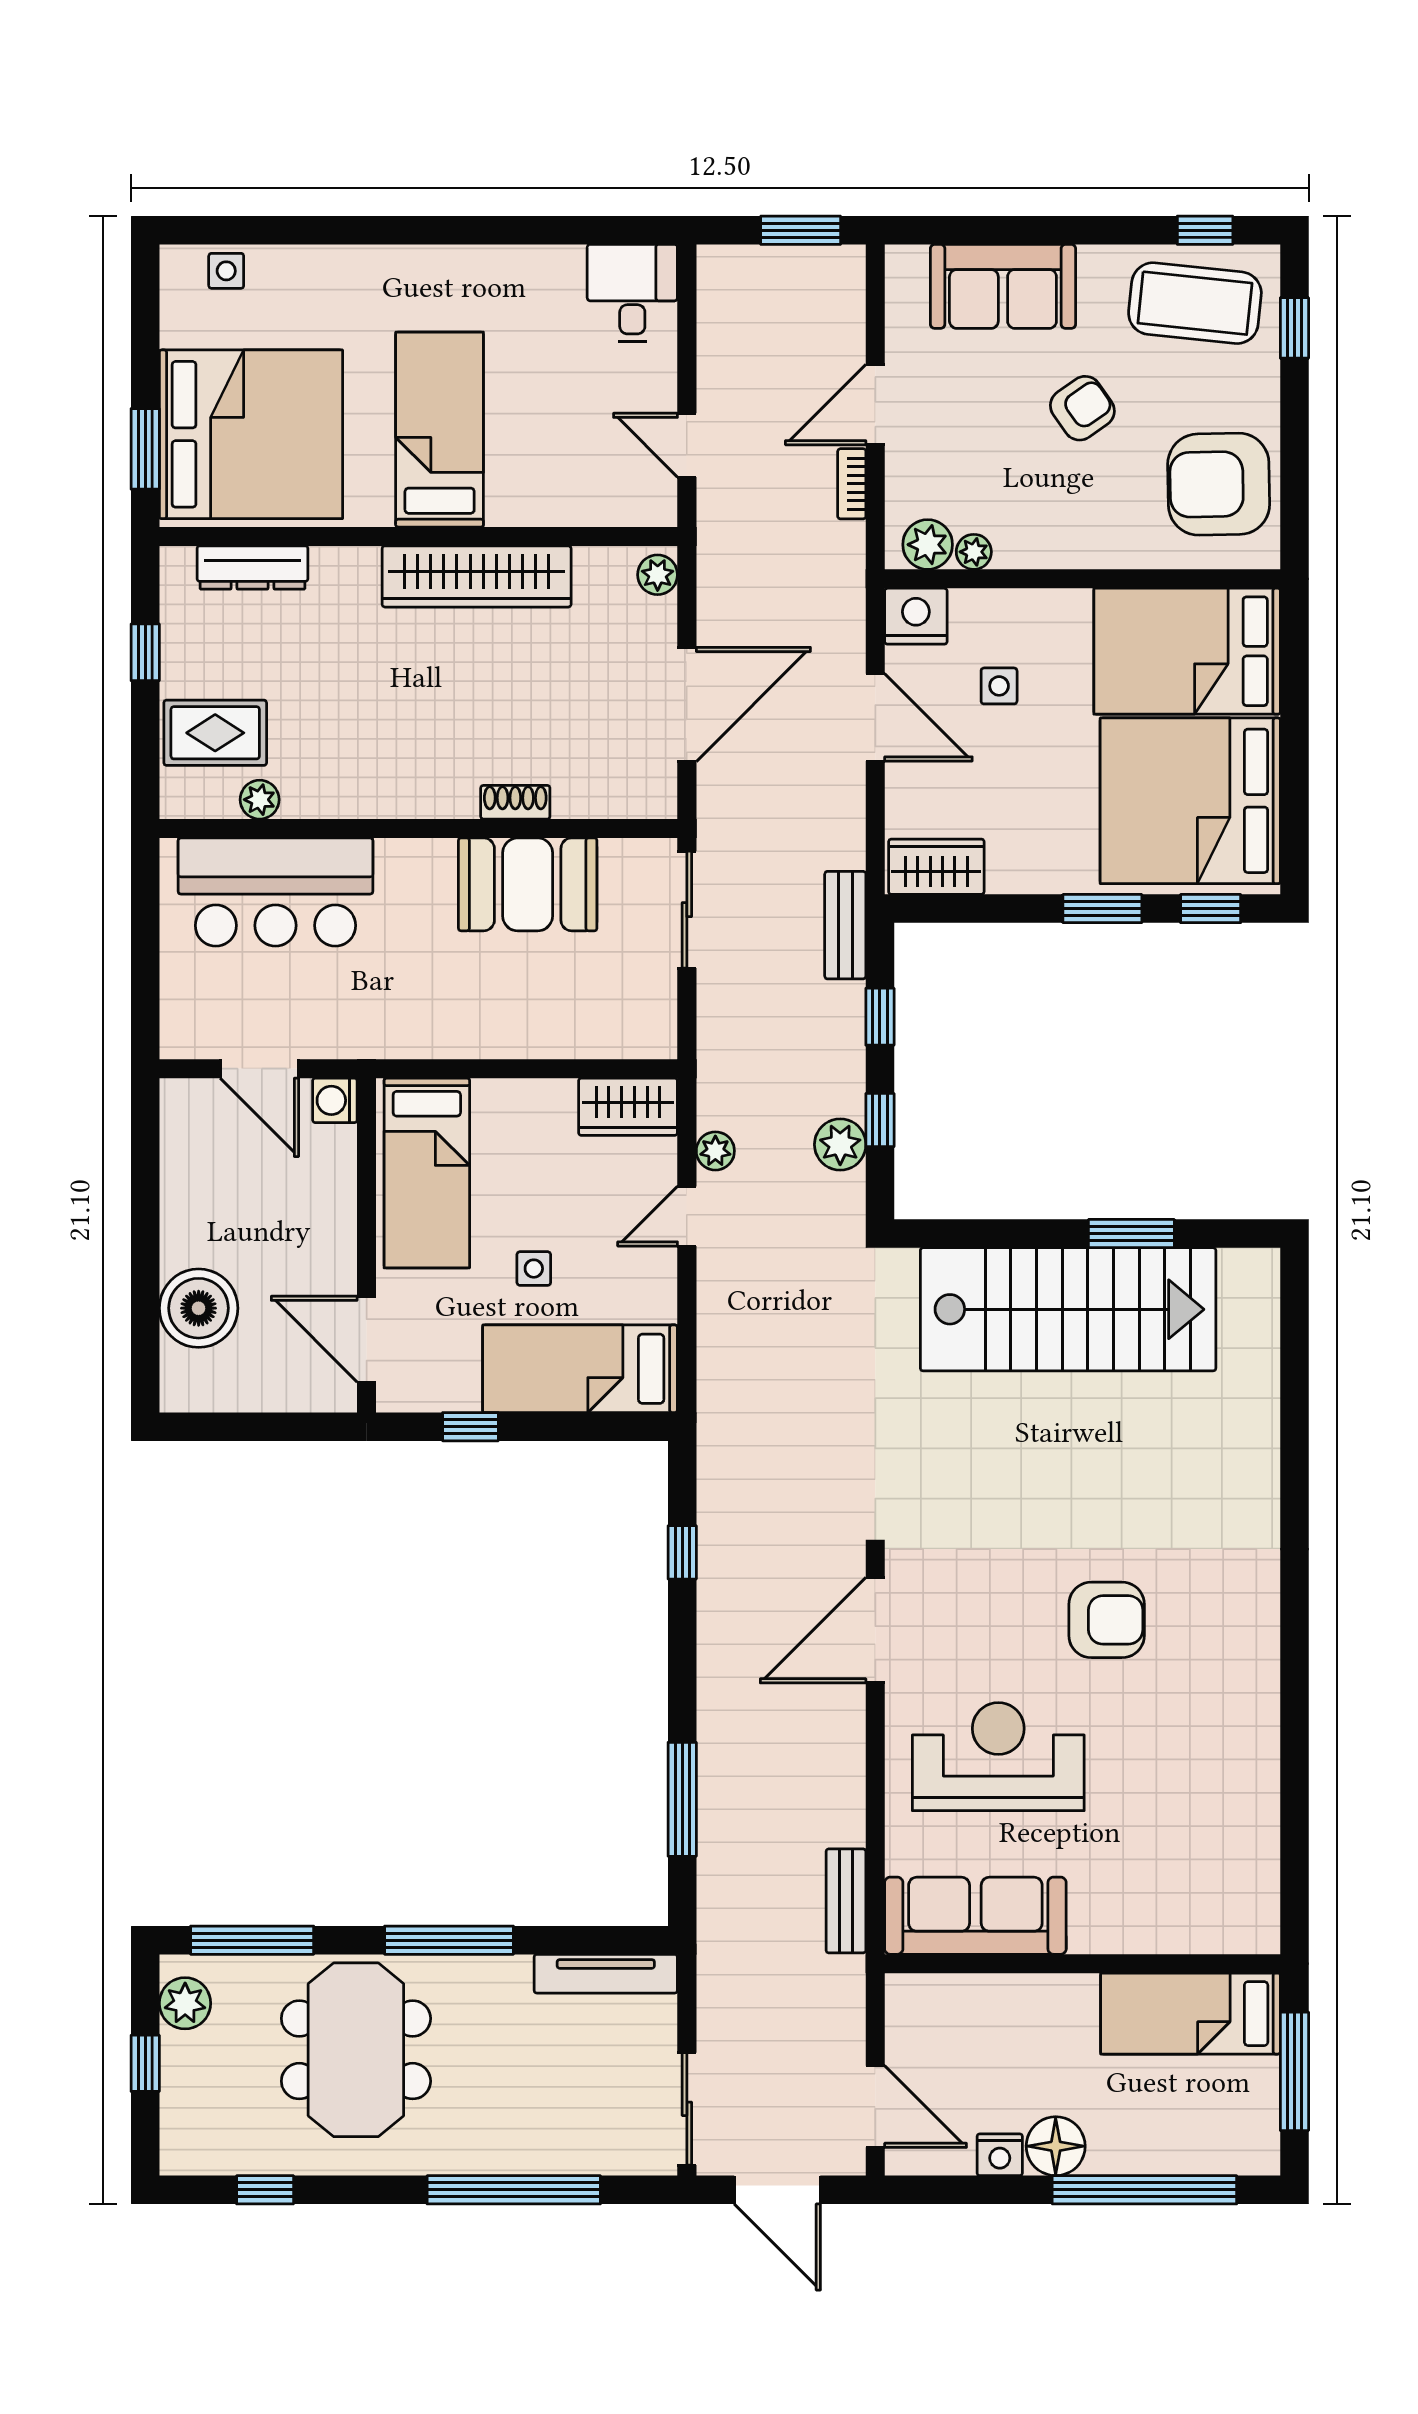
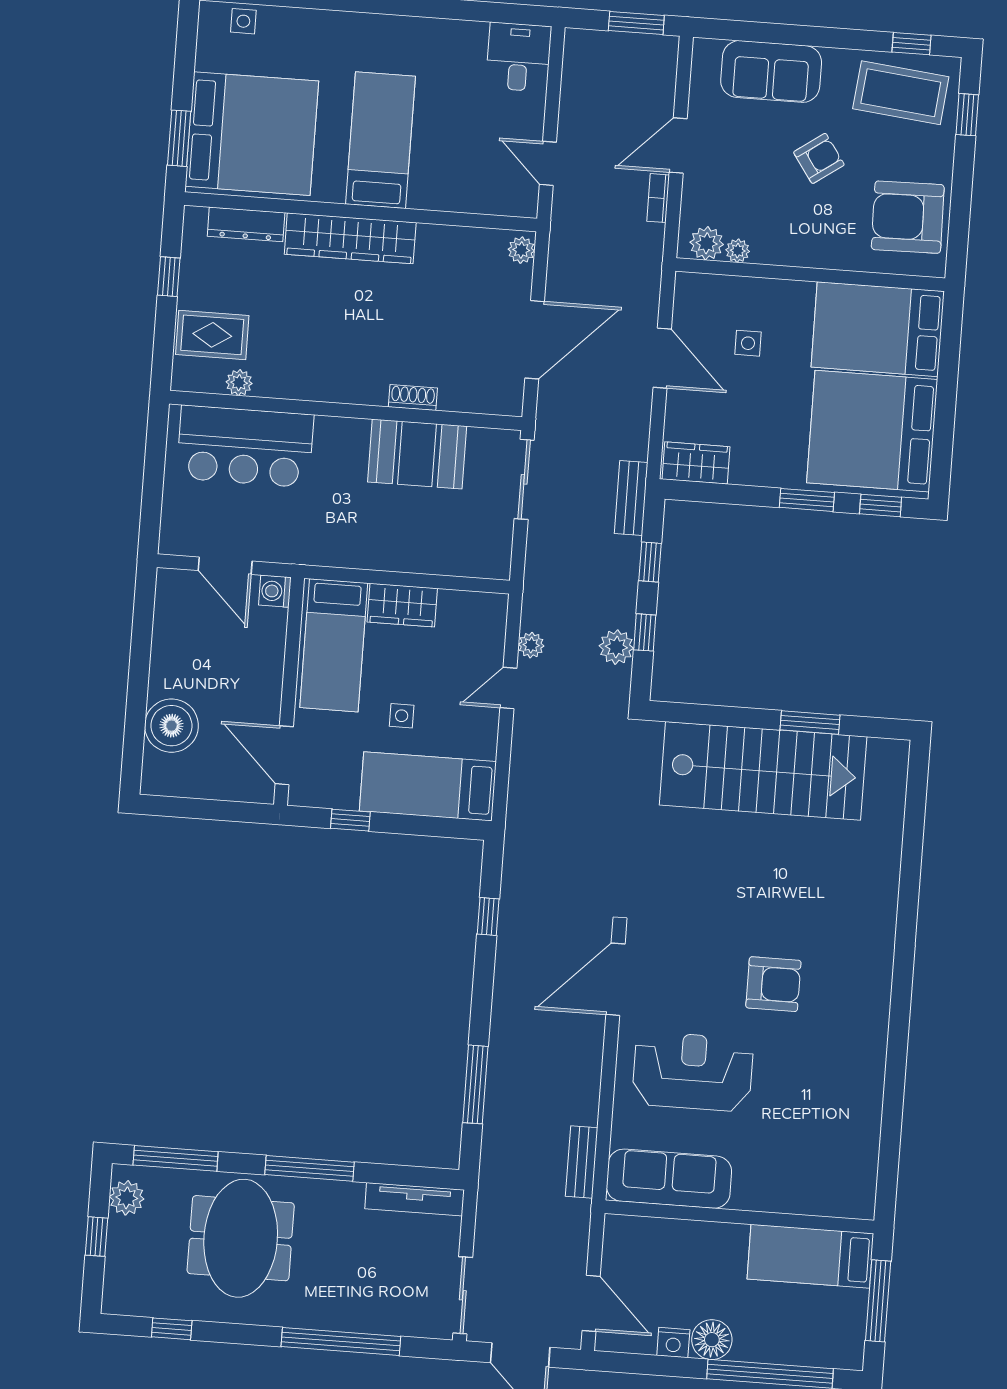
wardrobe: (477, 576) -> (350, 238), moved
nightstand: (916, 616) -> (695, 291), removed
wardrobe: (628, 1107) -> (402, 605), moved

